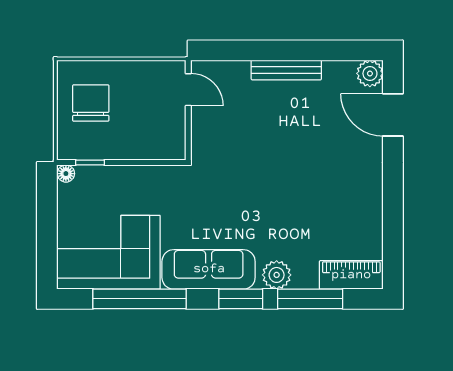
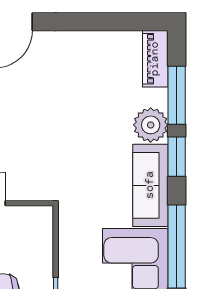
plant: (277, 275) -> (151, 125), width x1.36, depth x1.36

